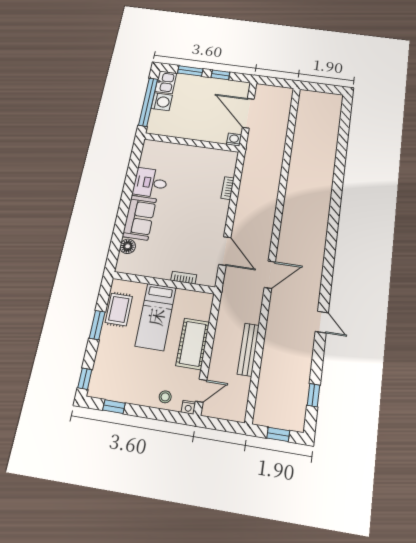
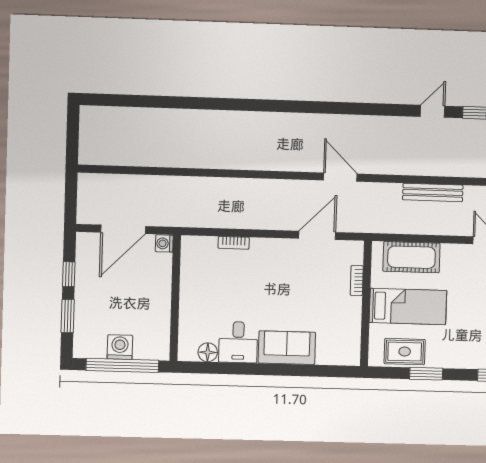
kitchen sink: (166, 82) -> (89, 347), removed
floor lamp: (128, 246) -> (208, 352), moved
door: (322, 322) -> (432, 111), moved
cot: (193, 344) -> (411, 257), moved

